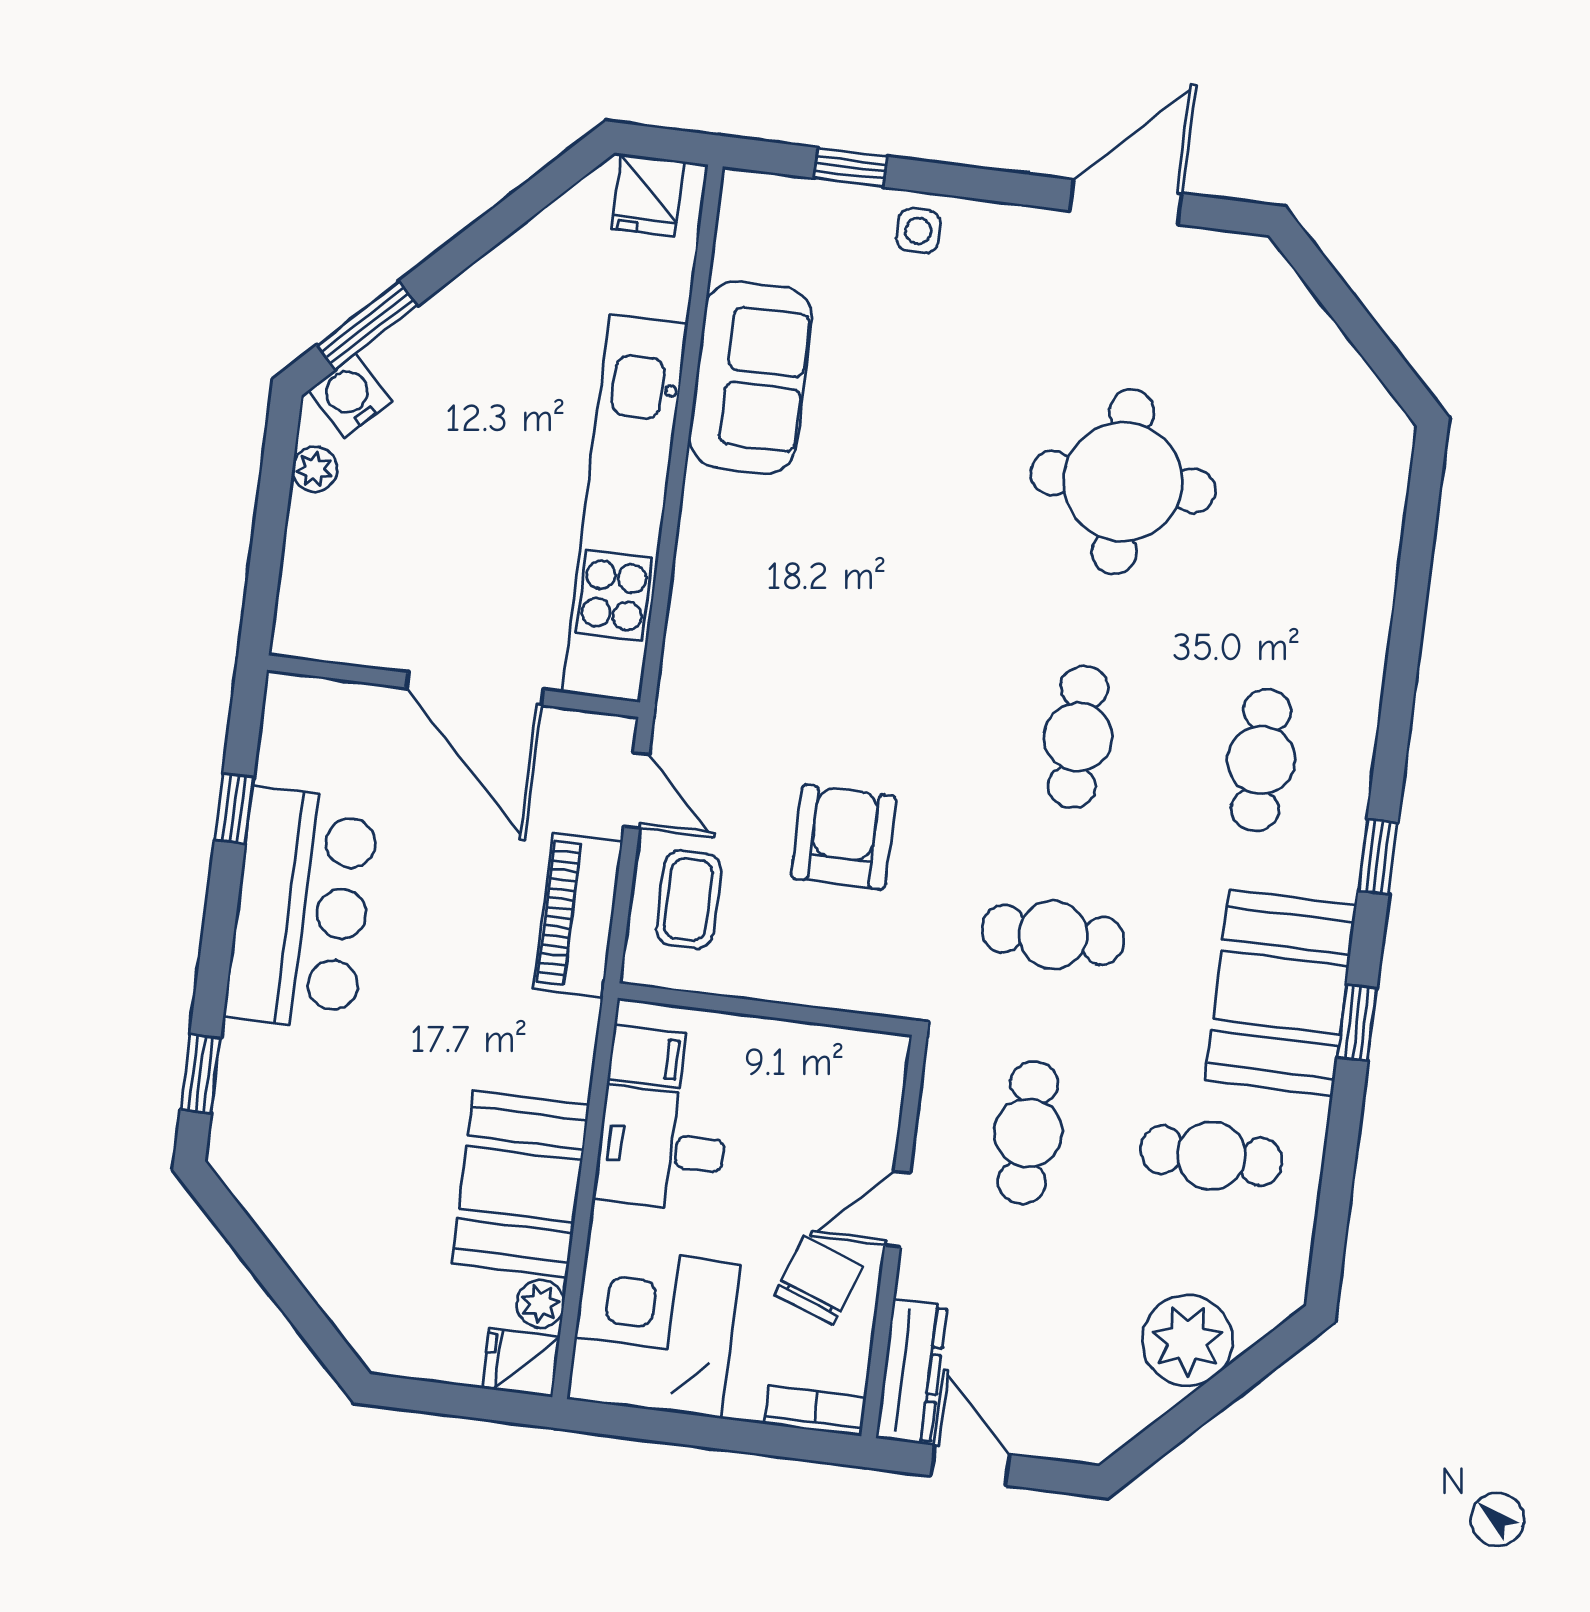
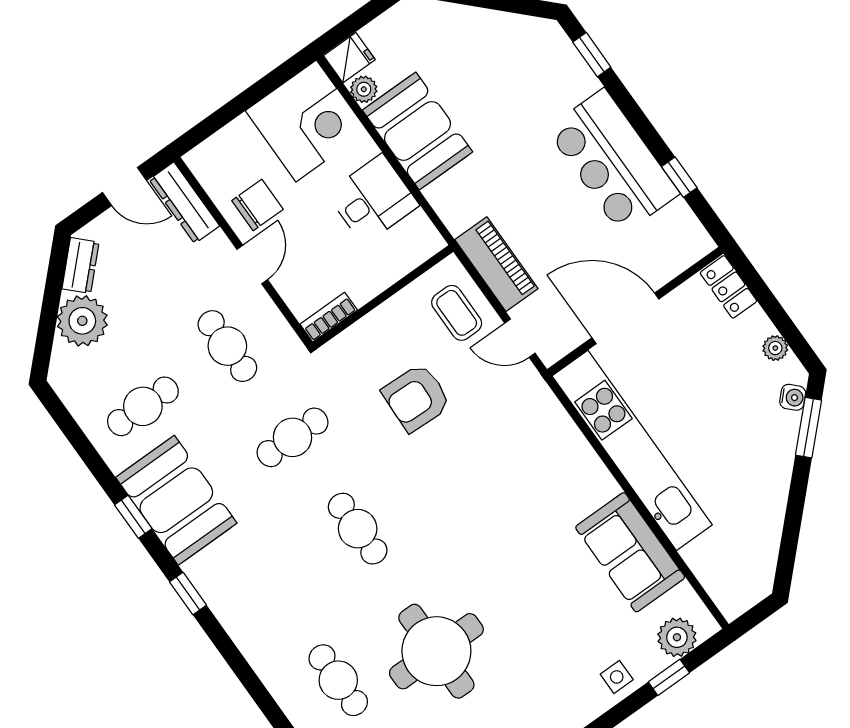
fridge: (648, 195) -> (742, 588), removed
plant: (792, 210) -> (677, 637), added
water cooler: (350, 396) -> (793, 397), width x0.72, depth x0.72
locker: (302, 606) -> (728, 287), added
cafe table: (1261, 760) -> (338, 680), moved
armchair: (843, 837) -> (416, 398), turned 92
filing cabinet: (647, 1057) -> (414, 232), removed
chair: (819, 1281) -> (258, 205), turned -110
bookcase: (815, 1411) -> (329, 317), moved, turned 180
dresser: (1123, 1415) -> (80, 266), added

